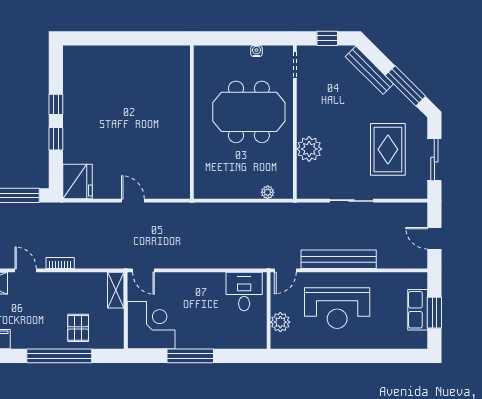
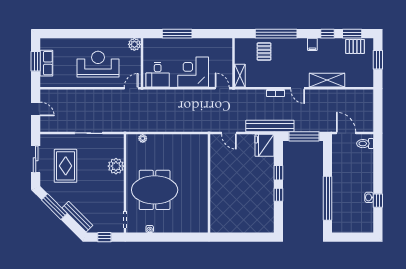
wall: (192, 122) -> (209, 183), moved
bench: (339, 259) -> (270, 126), moved
plant: (280, 322) -> (134, 44), moved
corner desk: (151, 325) -> (193, 72), moved, turned 90
window: (190, 356) -> (177, 34), moved

